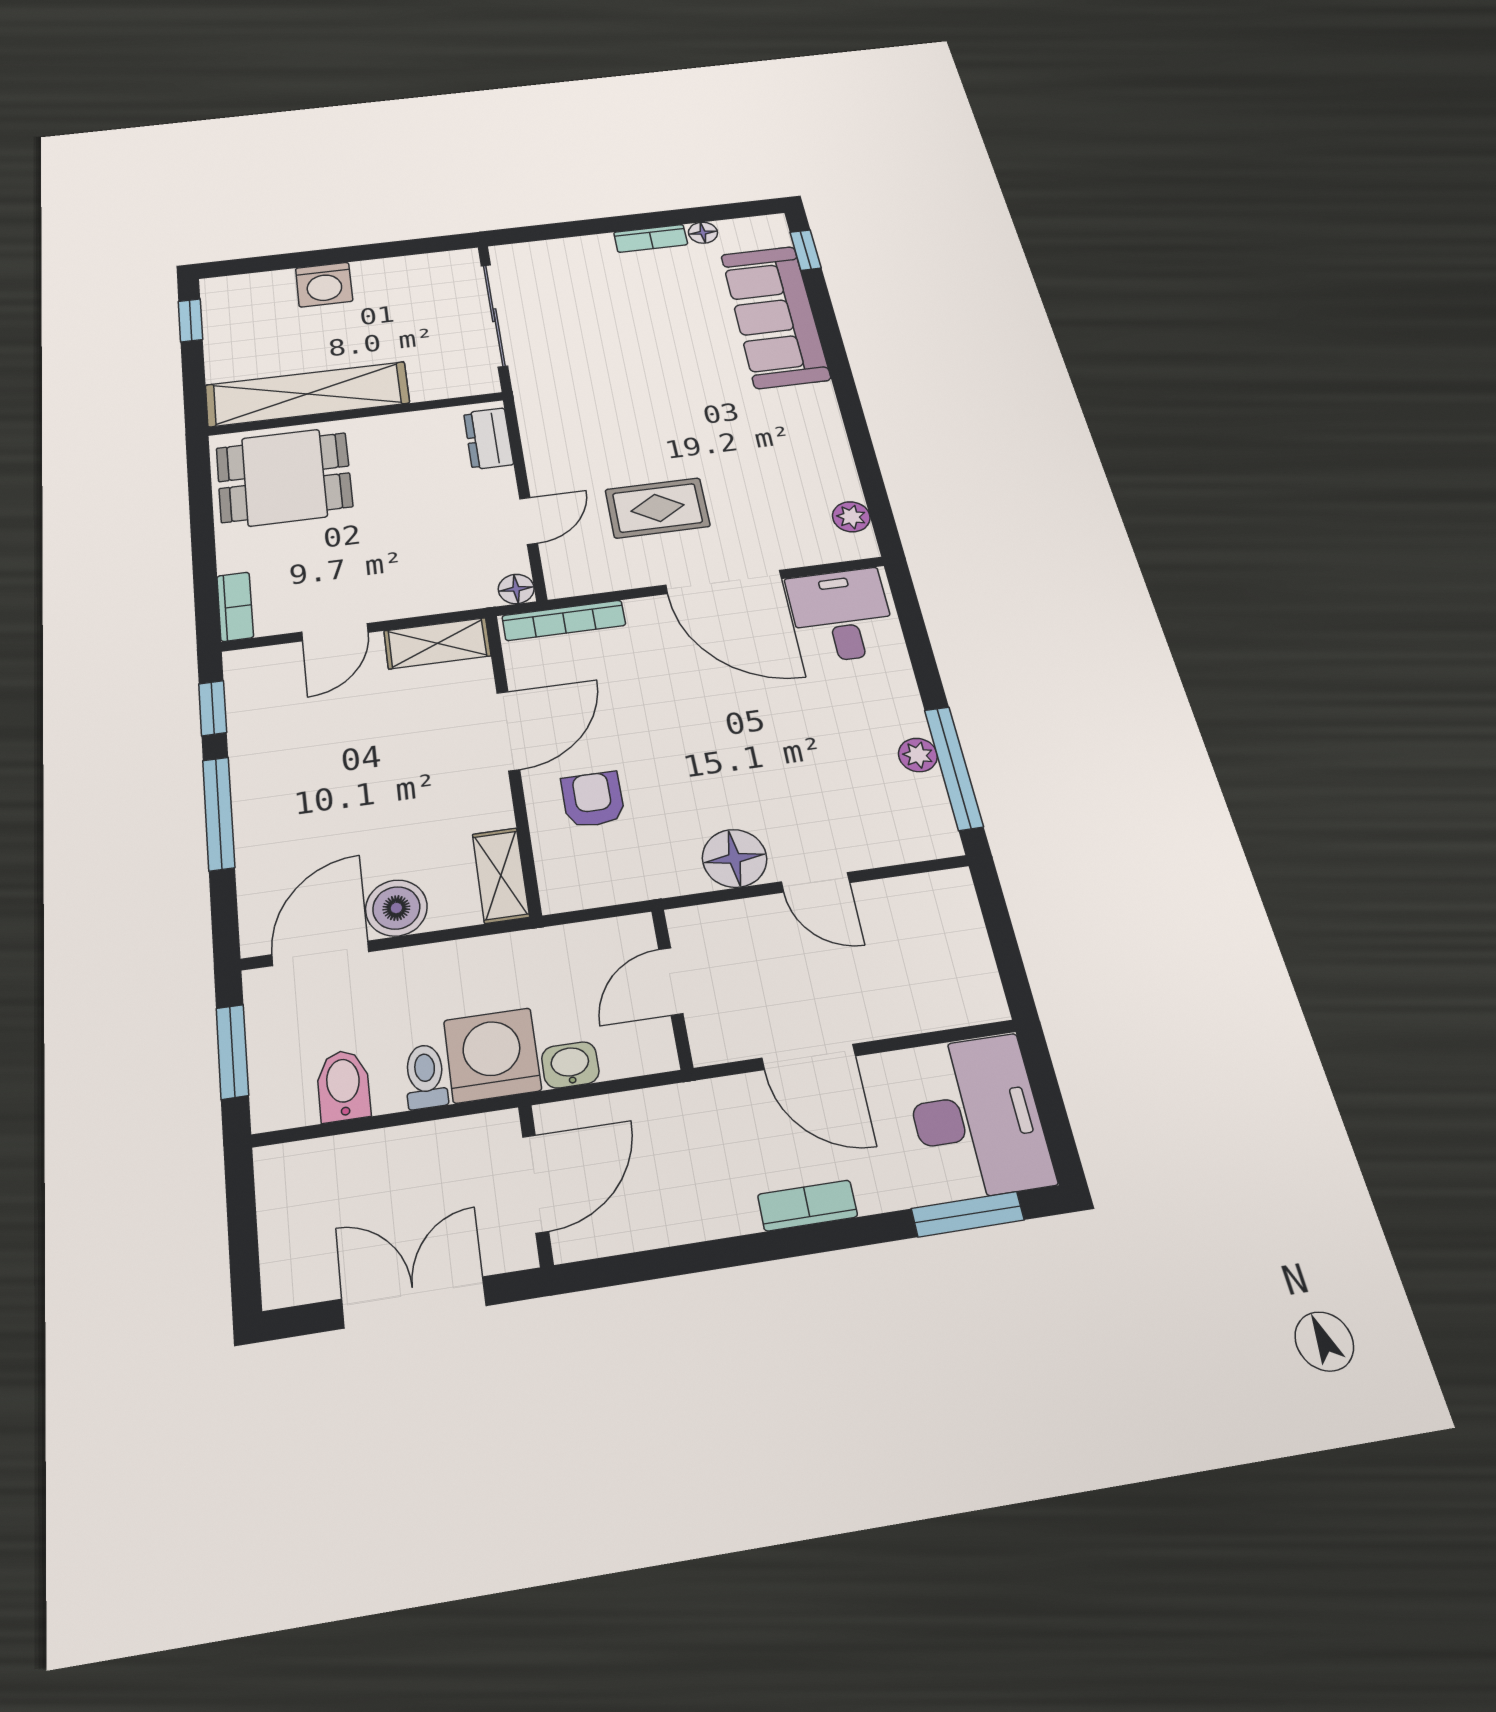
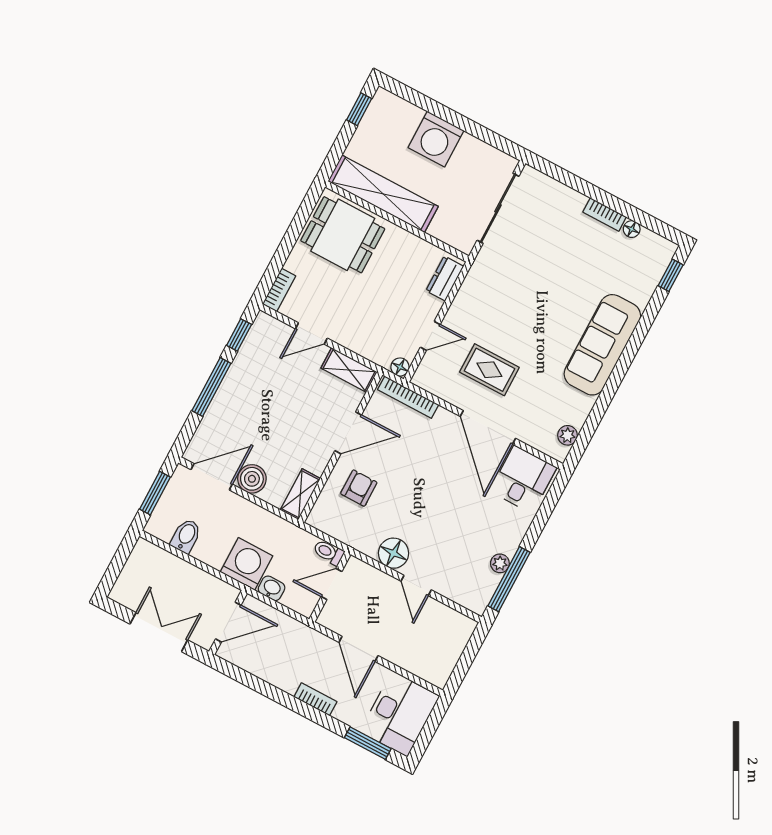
washing machine: (324, 285) -> (436, 139), width x1.37, depth x1.37
sofa: (775, 316) -> (602, 345), moved
toilet: (426, 1076) -> (329, 552), moved, turned -90

